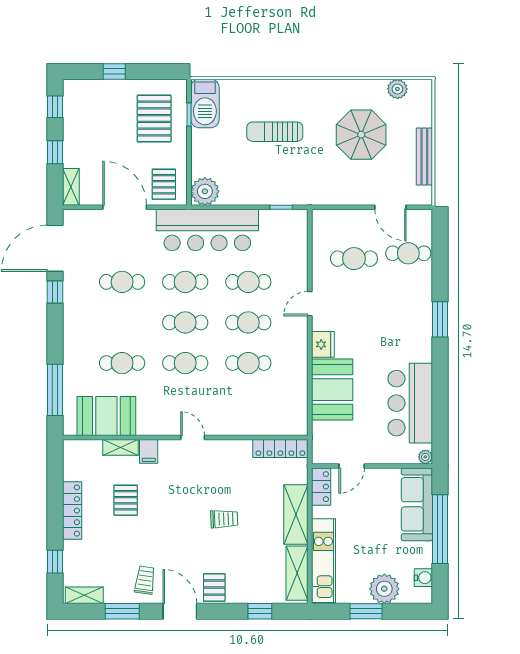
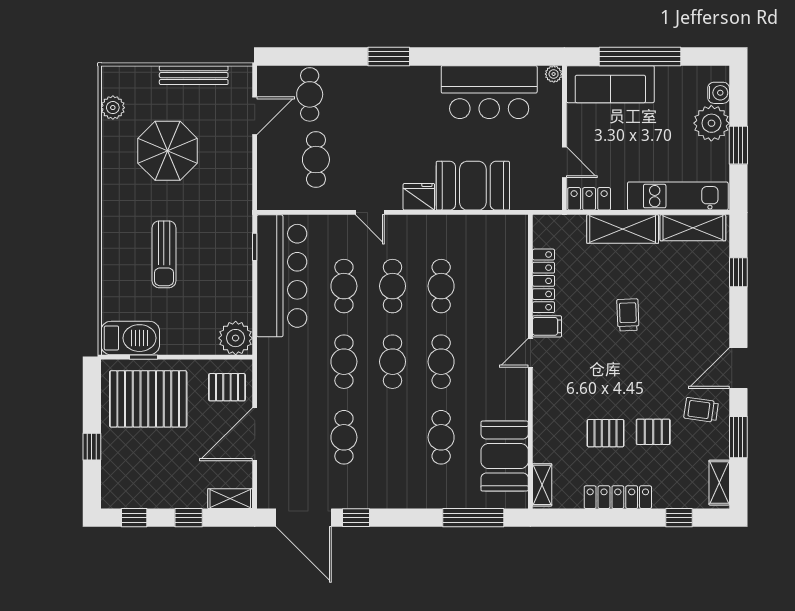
pallet: (154, 119) -> (148, 399), width x1.37, depth x1.41
bar counter: (207, 230) -> (282, 276), moved
shelving: (121, 447) -> (542, 485), moved
locker: (280, 449) -> (544, 281), moved
filing cabinet: (149, 451) -> (547, 326), moved
water cooler: (423, 578) -> (719, 93), moved, turned 90
pallet: (214, 588) -> (653, 432), moved

